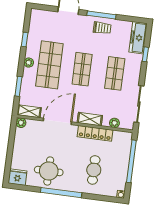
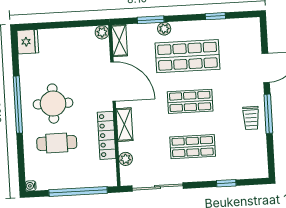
freezer: (138, 38) -> (247, 169), removed
plant: (29, 63) -> (164, 29), moved
round table: (49, 171) -> (53, 104), moved

